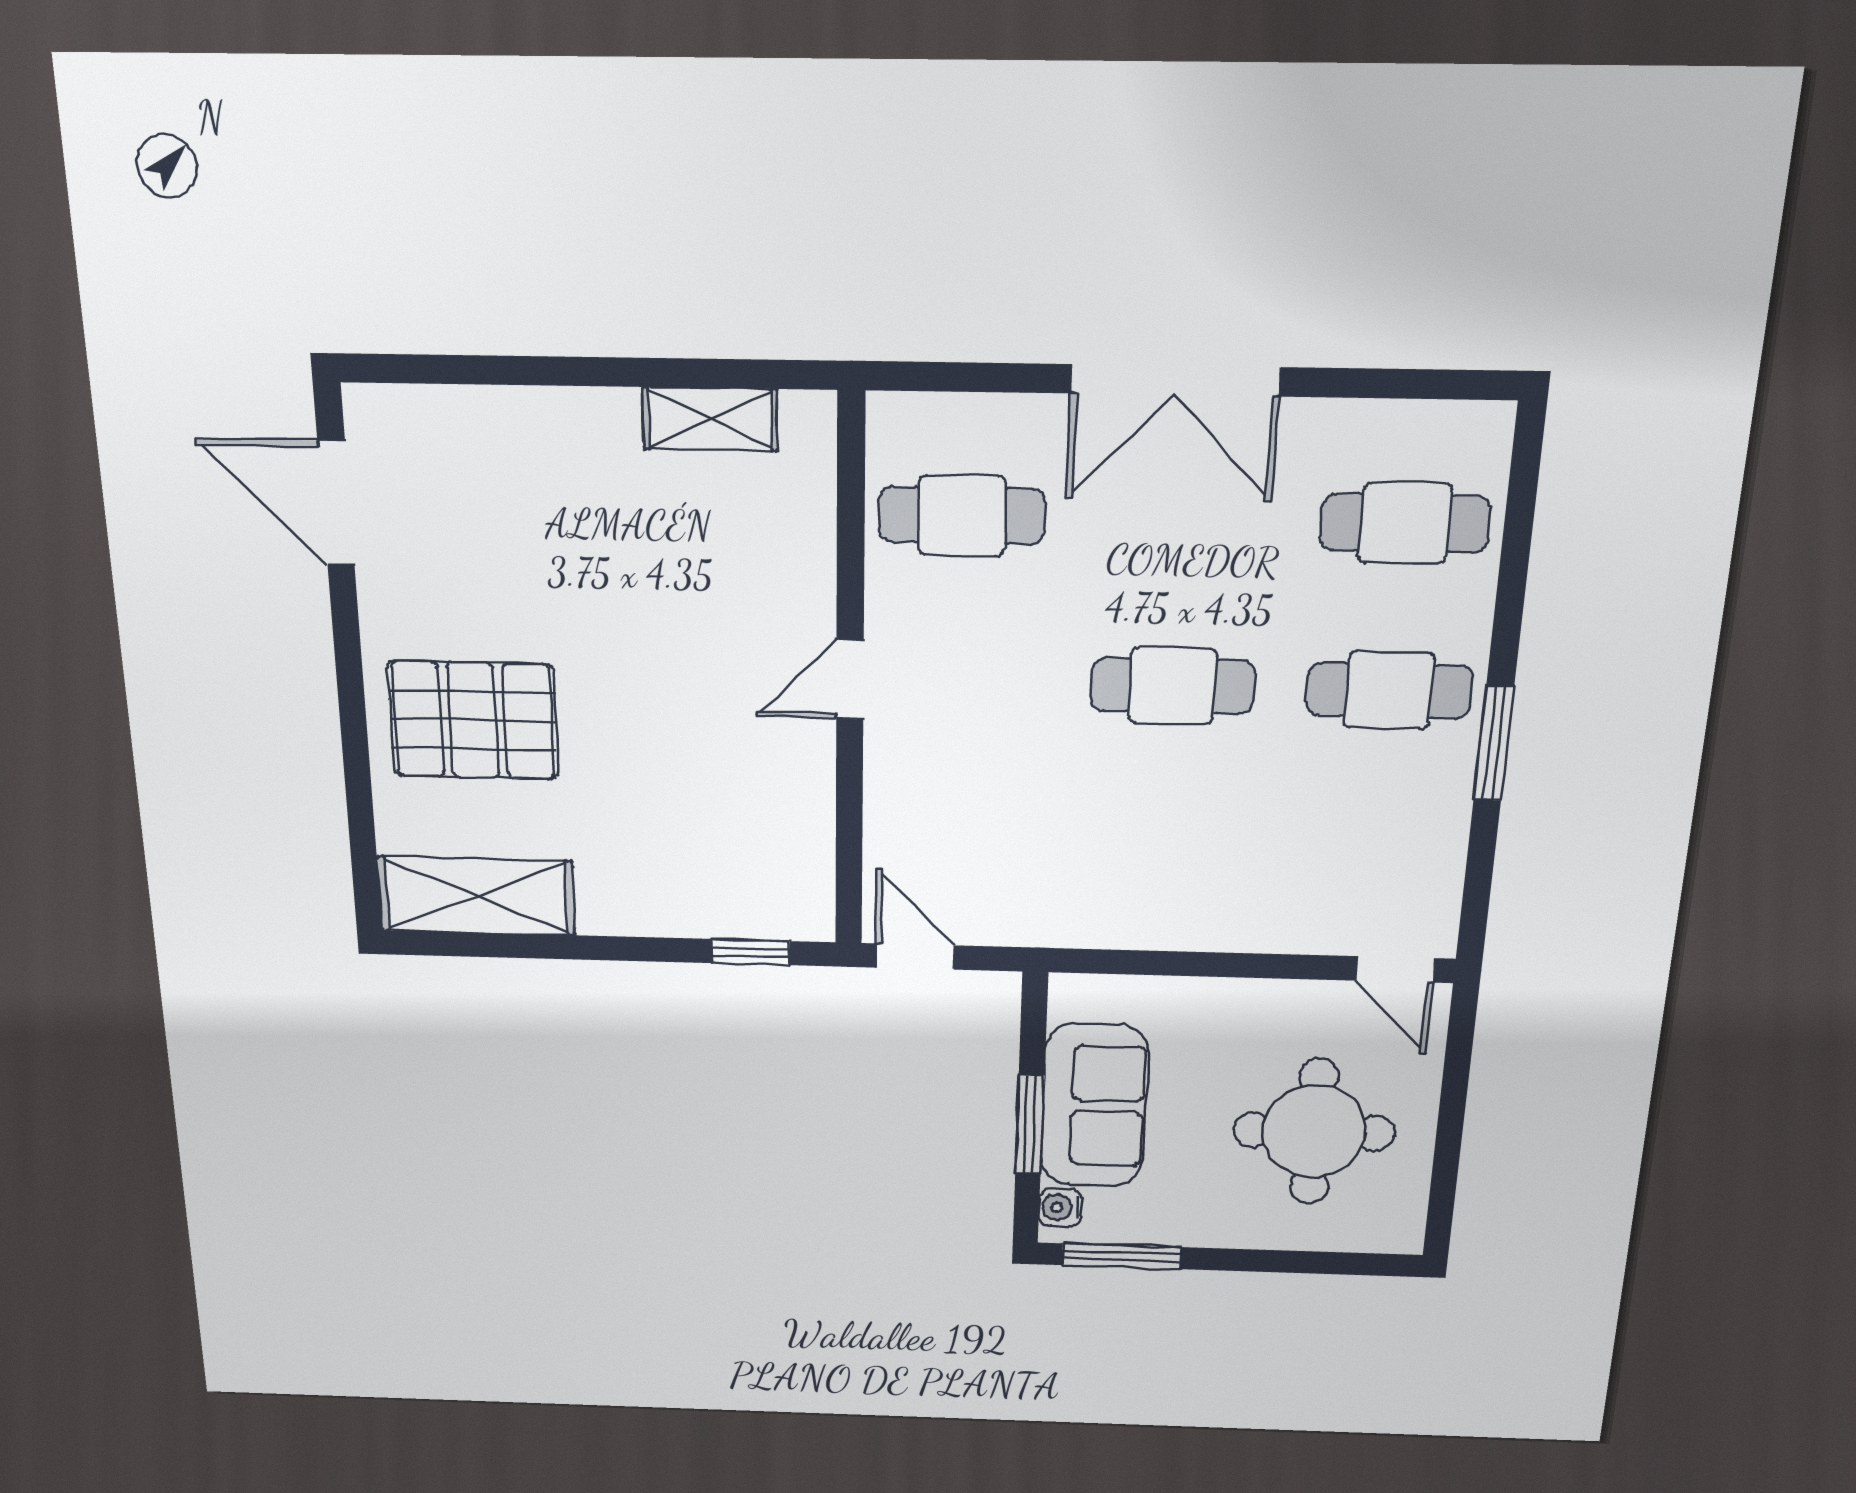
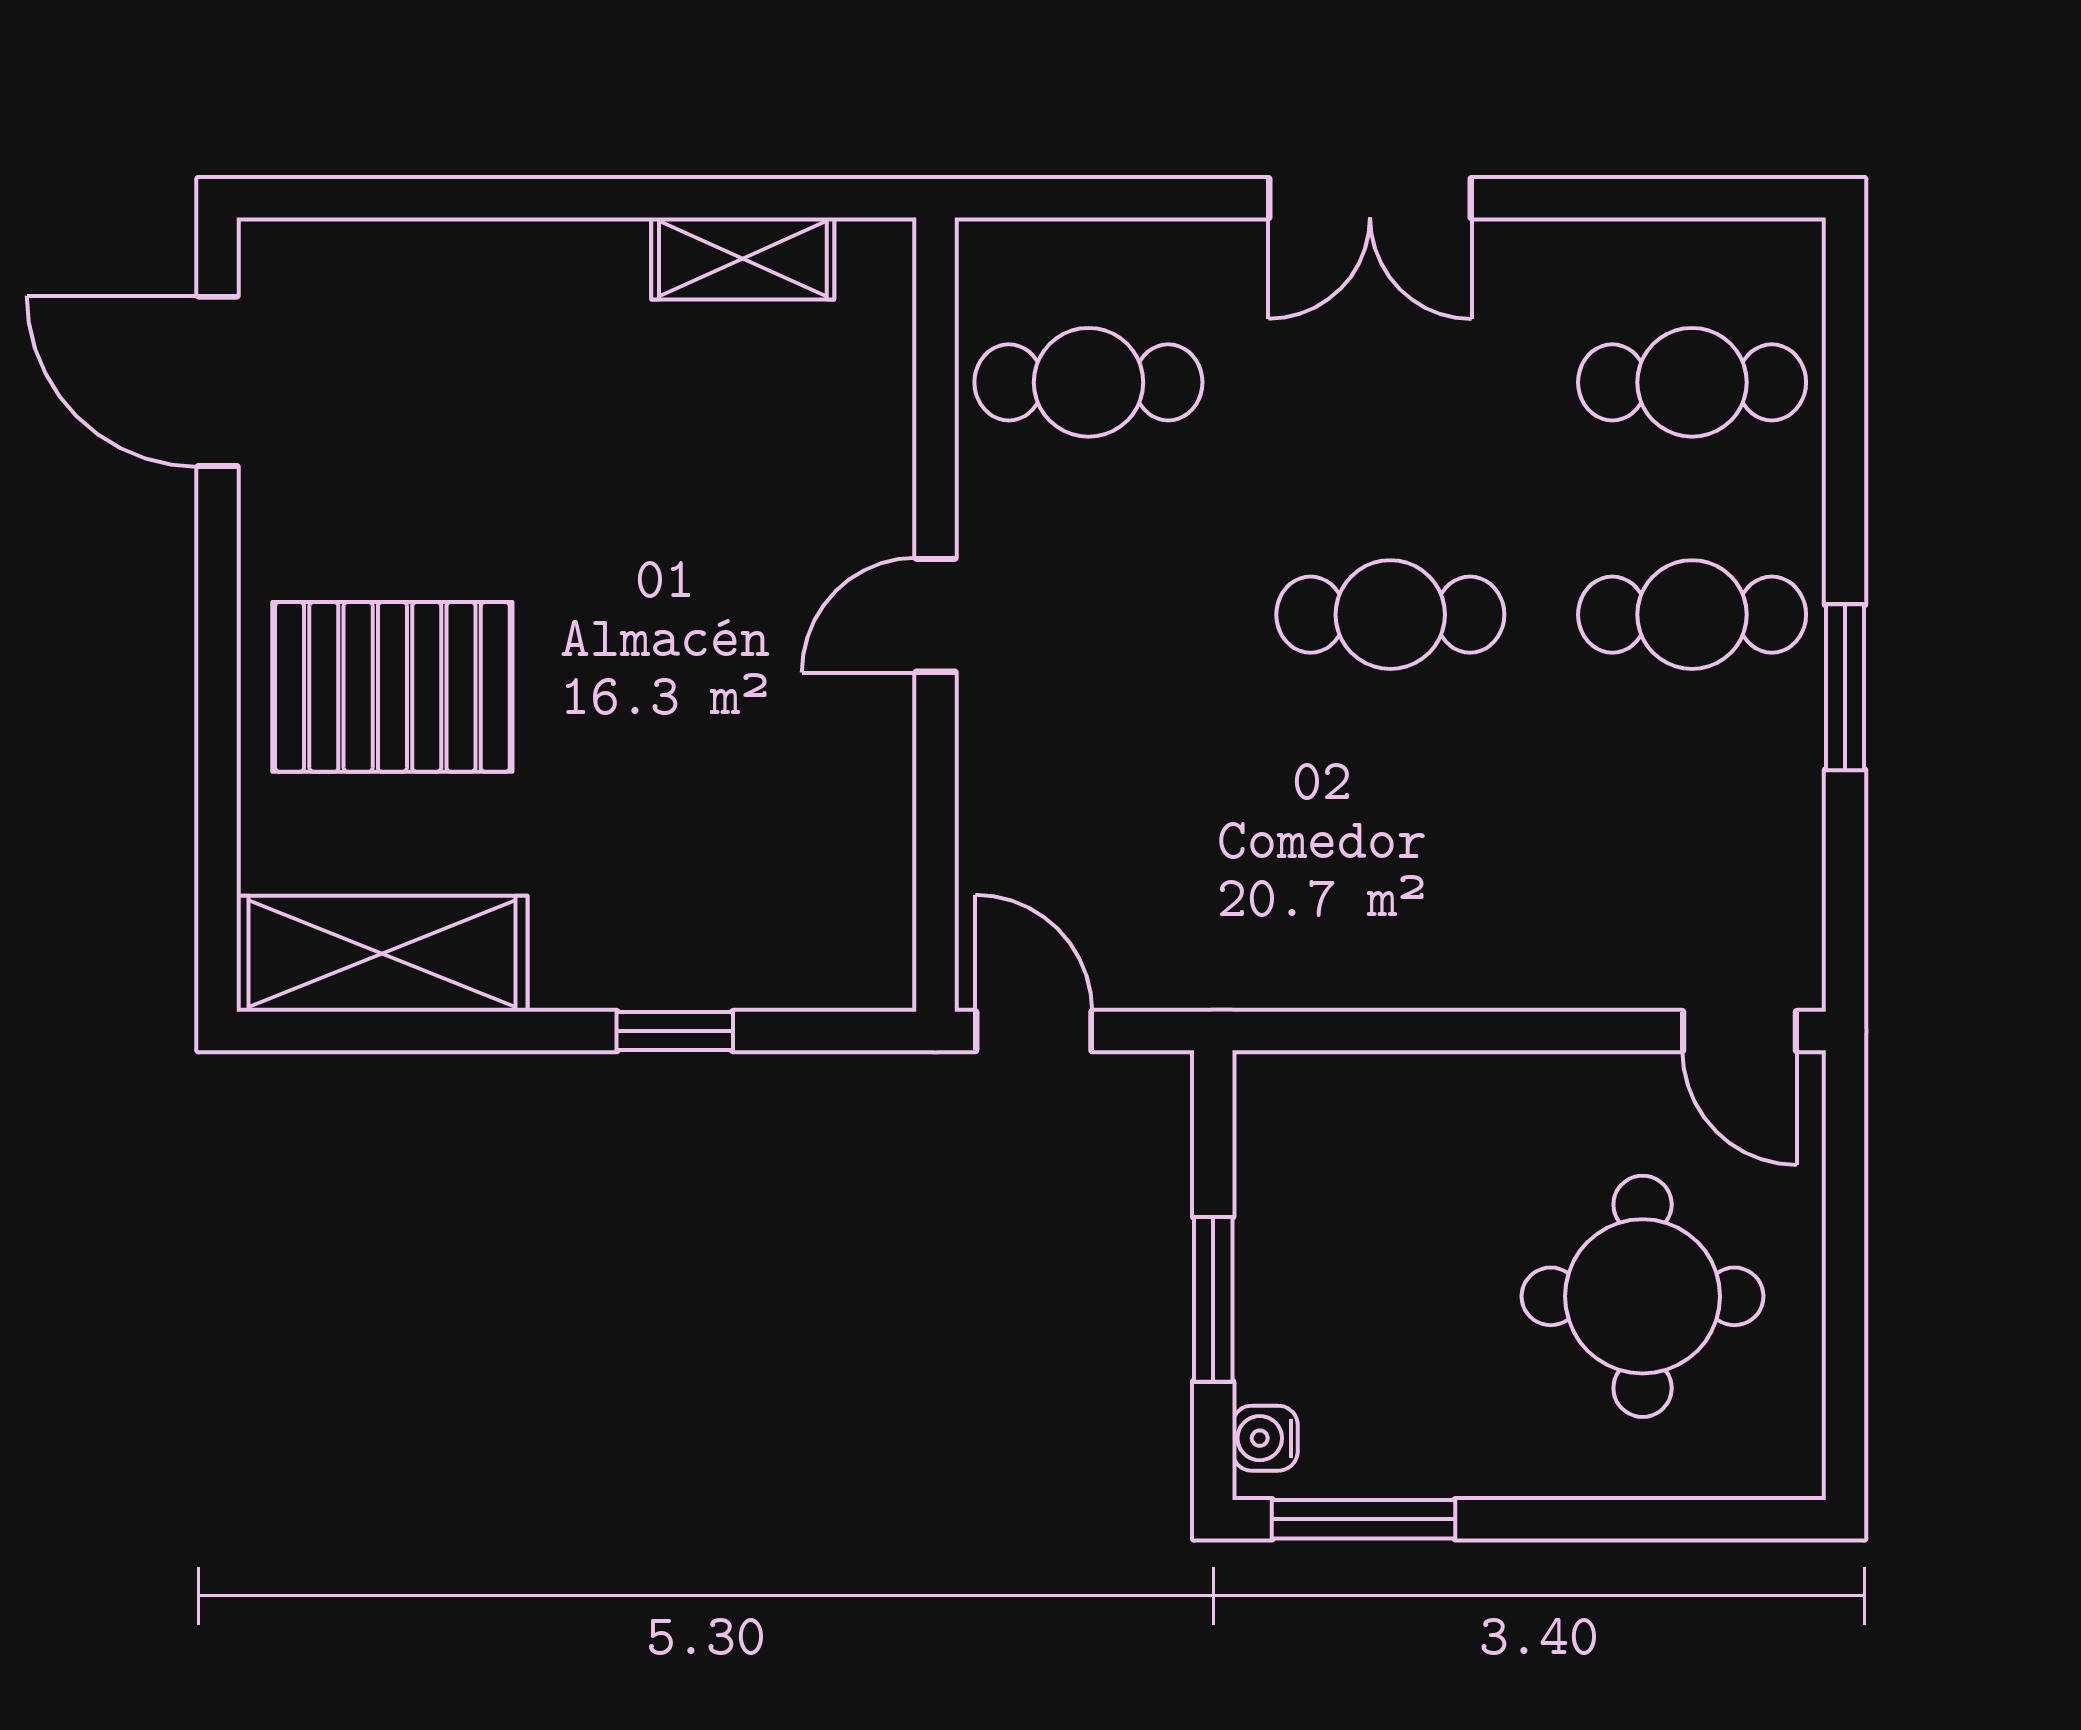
double door: (1175, 380) -> (1370, 198), width x0.73
window: (750, 952) -> (675, 1031), moved
sofa: (1094, 1106) -> (1310, 1264), removed

